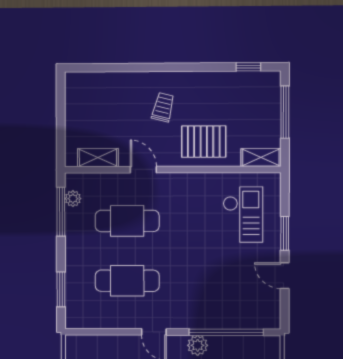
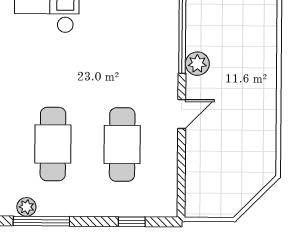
window: (61, 289) -> (132, 222), width x0.67

